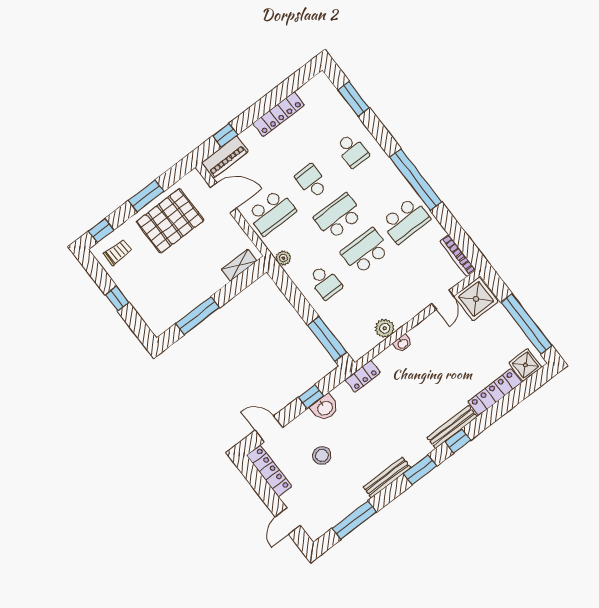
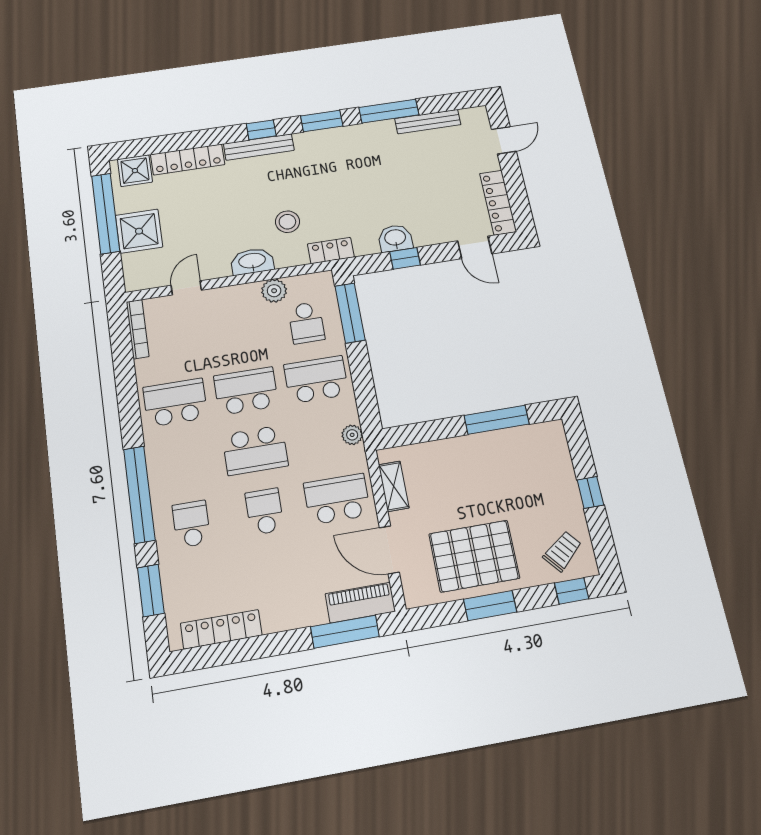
locker: (279, 114) -> (221, 629), moved
window: (225, 135) -> (345, 632), width x2.17
window: (416, 180) -> (139, 494), moved
school desk: (312, 181) -> (265, 511), turned 180
school desk: (365, 251) -> (246, 391), turned 180
trolley: (118, 252) -> (562, 551), turned 140
shelving: (239, 265) -> (394, 486), moved, turned 90
school desk: (325, 282) -> (316, 380), width x1.85
shower: (476, 299) -> (139, 231), moved
school desk: (352, 317) -> (306, 323), added
washbasin: (403, 343) -> (252, 261), width x1.91, depth x1.45
stool: (322, 456) -> (287, 222), moved
bench: (387, 477) -> (428, 122), moved
window: (354, 520) -> (389, 111), moved

